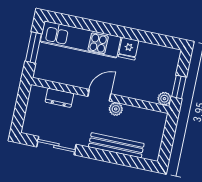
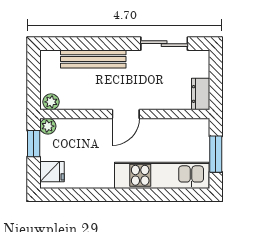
fridge: (128, 49) -> (52, 172), moved, turned 90
dresser: (59, 98) -> (201, 94), moved, turned -90
plant: (116, 109) -> (51, 102), moved

